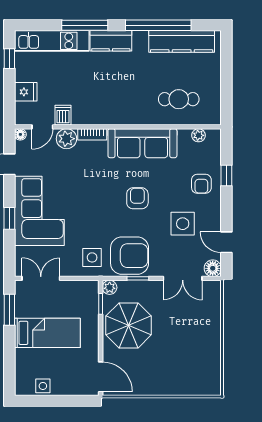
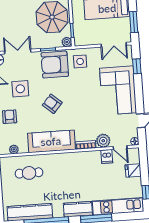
door: (42, 127) -> (120, 148), swing flipped
armchair: (137, 198) -> (52, 104), turned 131
window: (9, 218) -> (137, 66), moved

